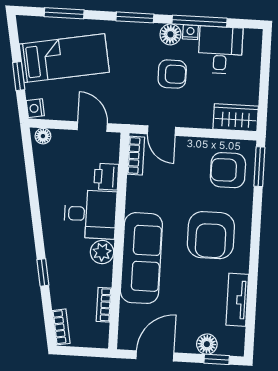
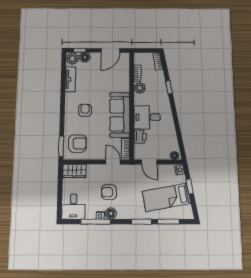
window: (135, 17) -> (141, 222), moved
desk: (220, 50) -> (73, 207), moved
armchair: (211, 235) -> (85, 110), width x0.53, depth x0.53
plant: (102, 252) -> (140, 88), moved
sofa: (141, 258) -> (120, 115), moved
plant: (232, 343) -> (72, 59), added

